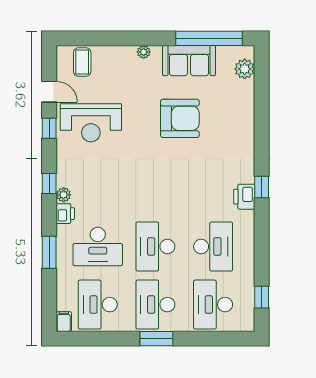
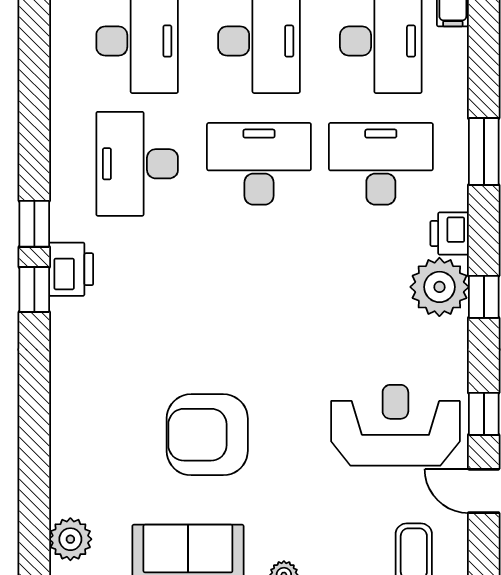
plant: (64, 195) -> (439, 287), width x1.87, depth x1.87
desk: (155, 246) -> (259, 164), turned -90
window: (262, 297) -> (34, 224), moved

